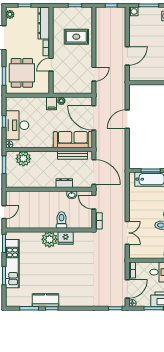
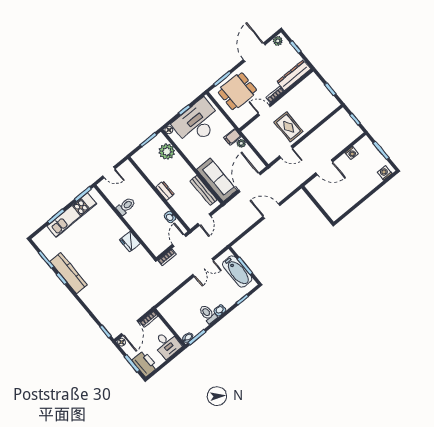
washing machine: (133, 11) -> (352, 153), moved
rug: (76, 37) -> (288, 127), moved
desk: (17, 125) -> (197, 123), width x1.36, depth x1.30
door: (94, 172) -> (204, 220), width x0.53
dresser: (64, 183) -> (165, 191), moved
toilet: (62, 220) -> (126, 206), moved
double door: (127, 233) -> (203, 268), moved
plant: (49, 239) -> (117, 229), removed
door: (127, 289) -> (130, 328), hinge flipped
kitchen counter: (46, 300) -> (69, 273), width x1.50

